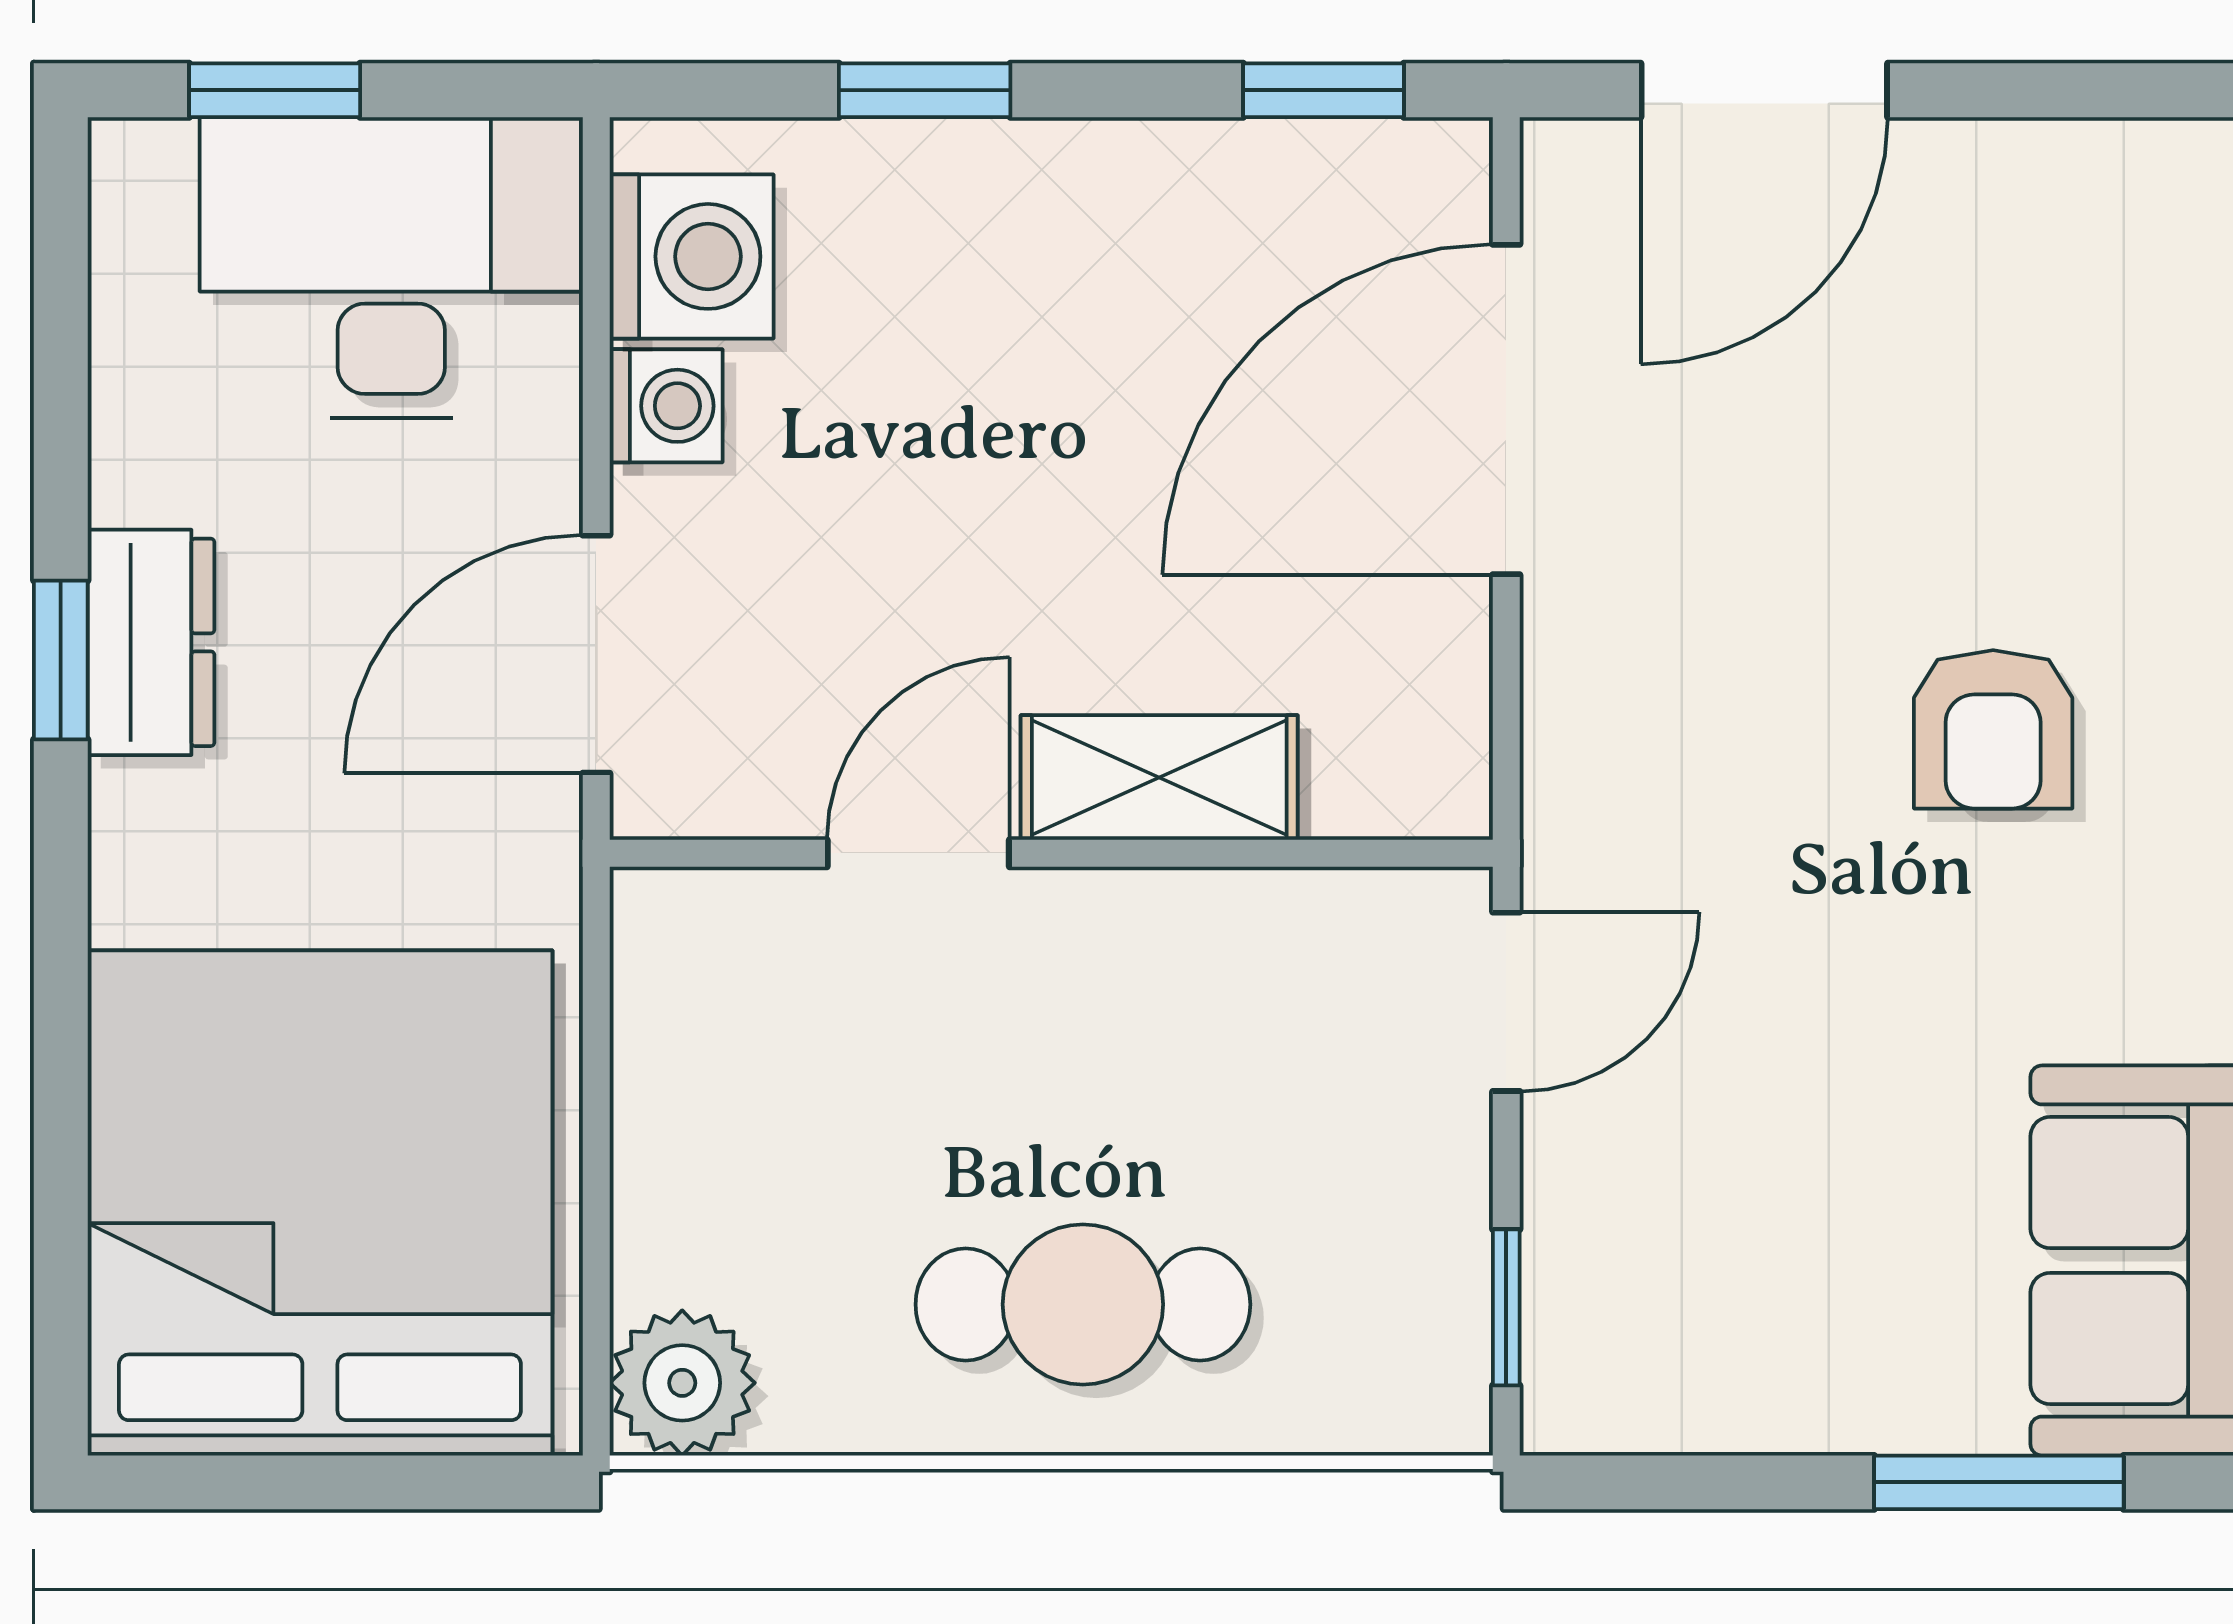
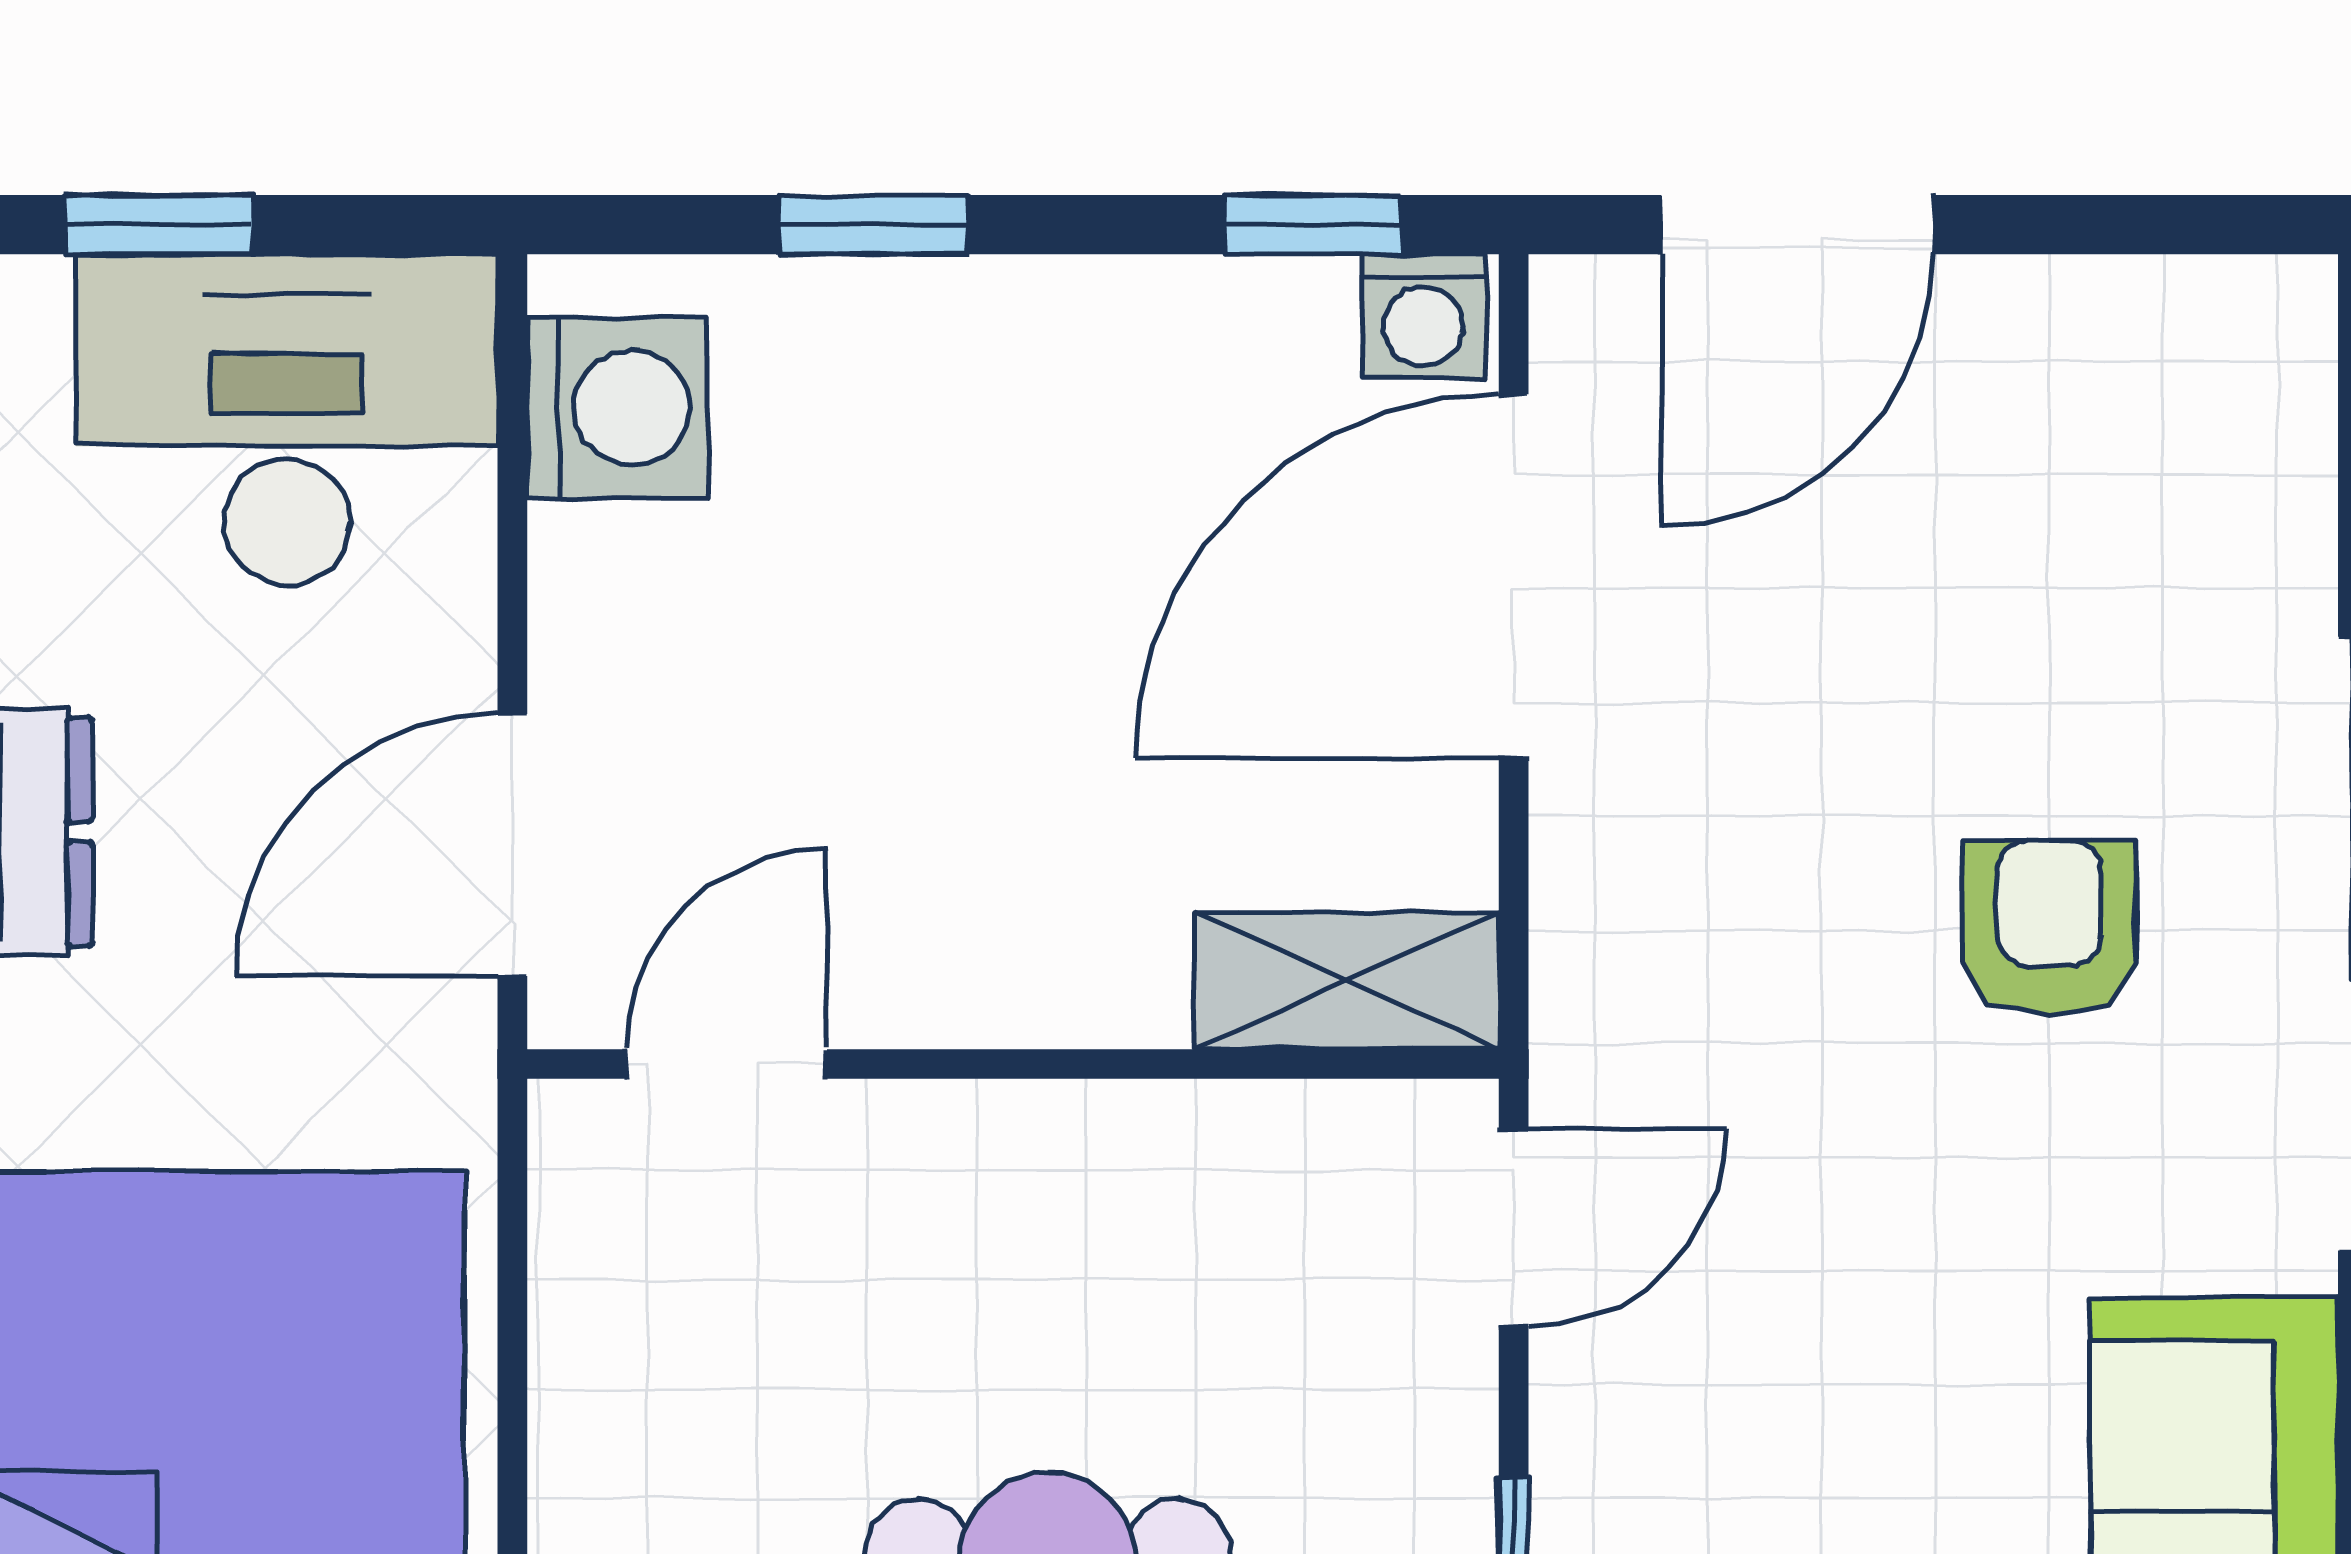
washing machine: (666, 406) -> (1423, 316), moved, turned 90
armchair: (1993, 729) -> (2049, 928), turned 180
shelving: (1159, 777) -> (1346, 981), moved
door: (918, 853) -> (727, 1064), moved

